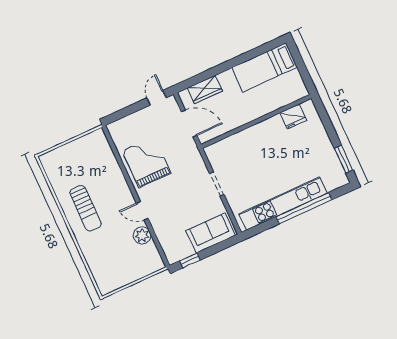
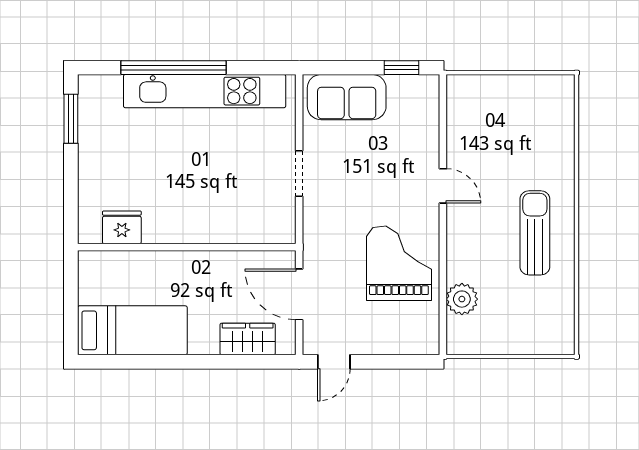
grand piano: (146, 162) -> (399, 263), turned 180
plant: (142, 235) -> (462, 299), moved

